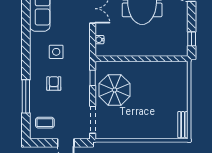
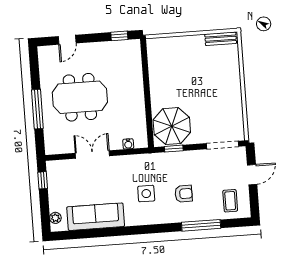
armchair: (54, 84) -> (184, 194), turned 180
parasol: (115, 90) -> (172, 126), moved

